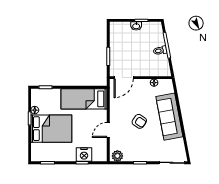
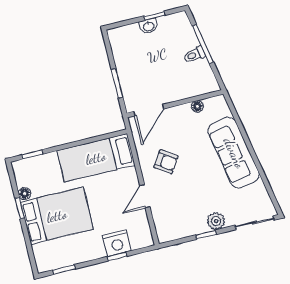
armchair: (139, 121) -> (166, 162), moved
plant: (117, 156) -> (216, 221), moved

